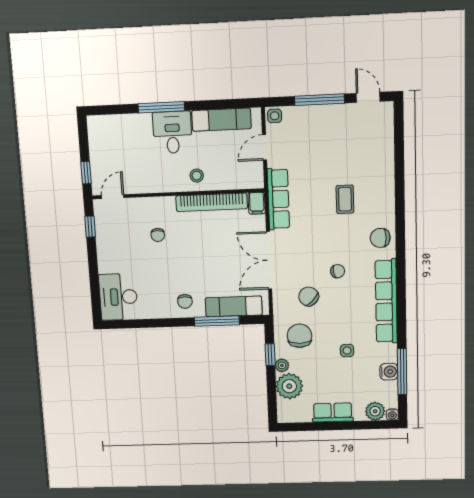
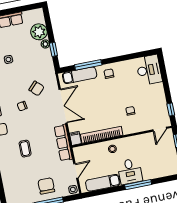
chair: (299, 336) -> (46, 186), moved, turned 180

